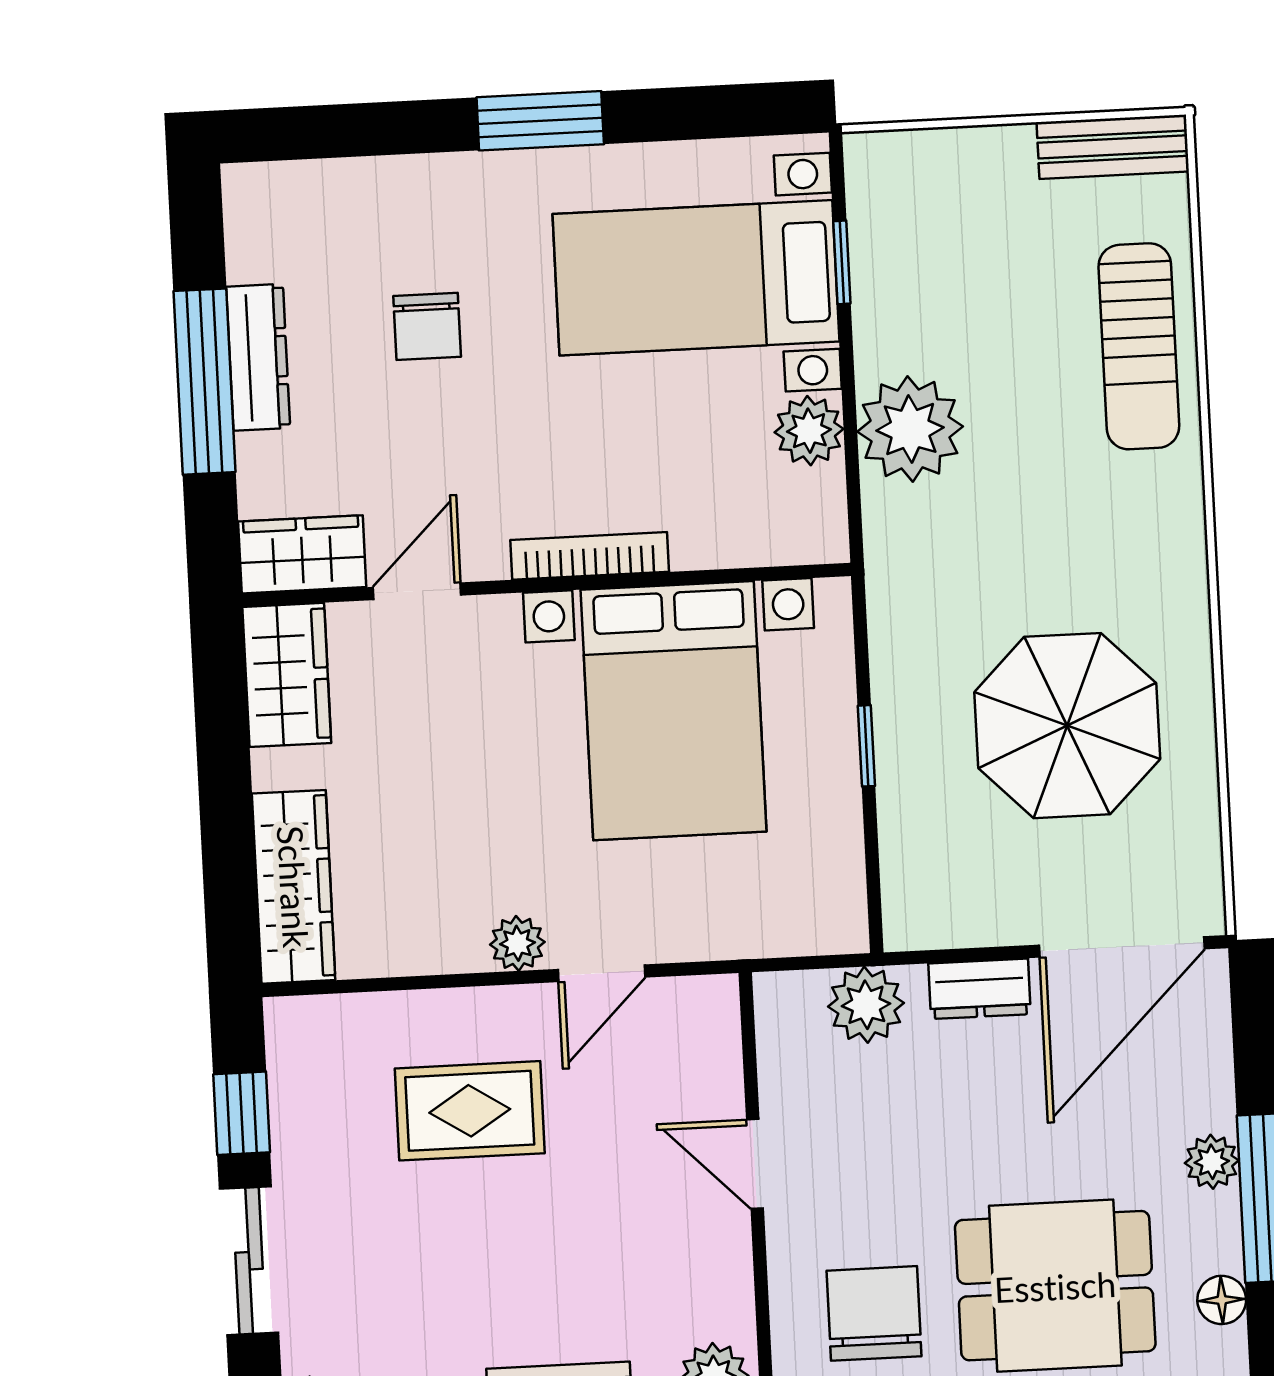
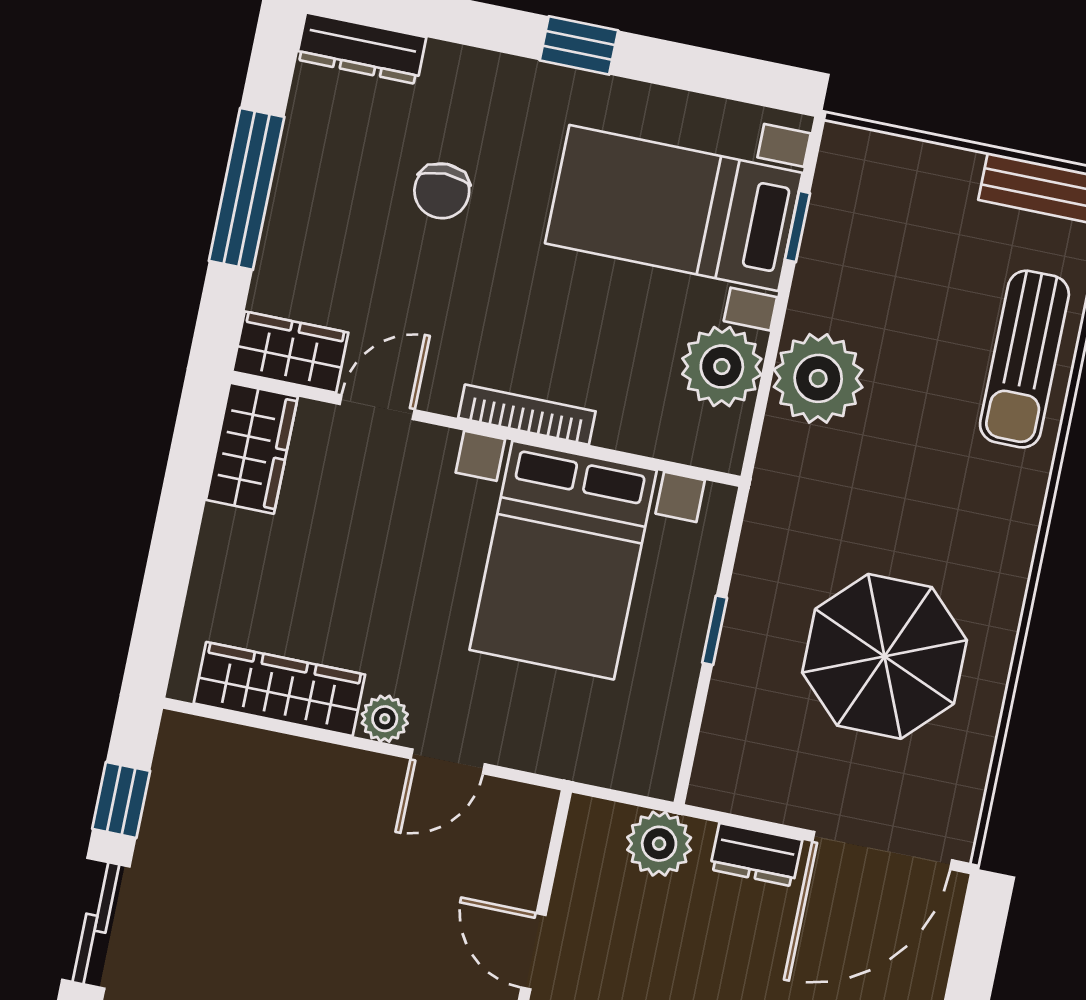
window: (540, 121) -> (579, 45), width x0.67
dresser: (258, 357) -> (361, 48), moved, turned 90
plant: (809, 431) -> (722, 367), width x1.36, depth x1.36
wardrobe: (294, 887) -> (279, 689), moved, turned -90
rug: (470, 1111) -> (310, 847), removed

